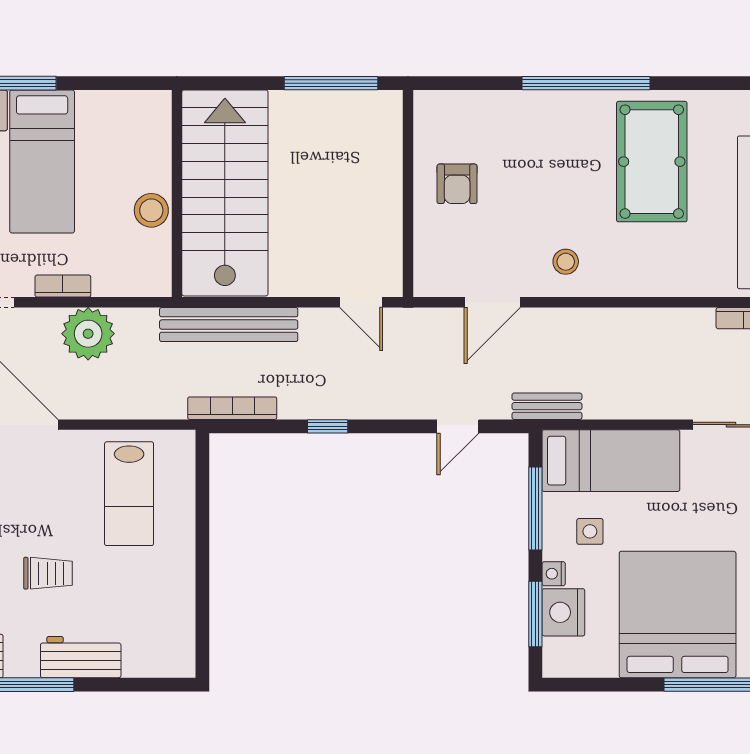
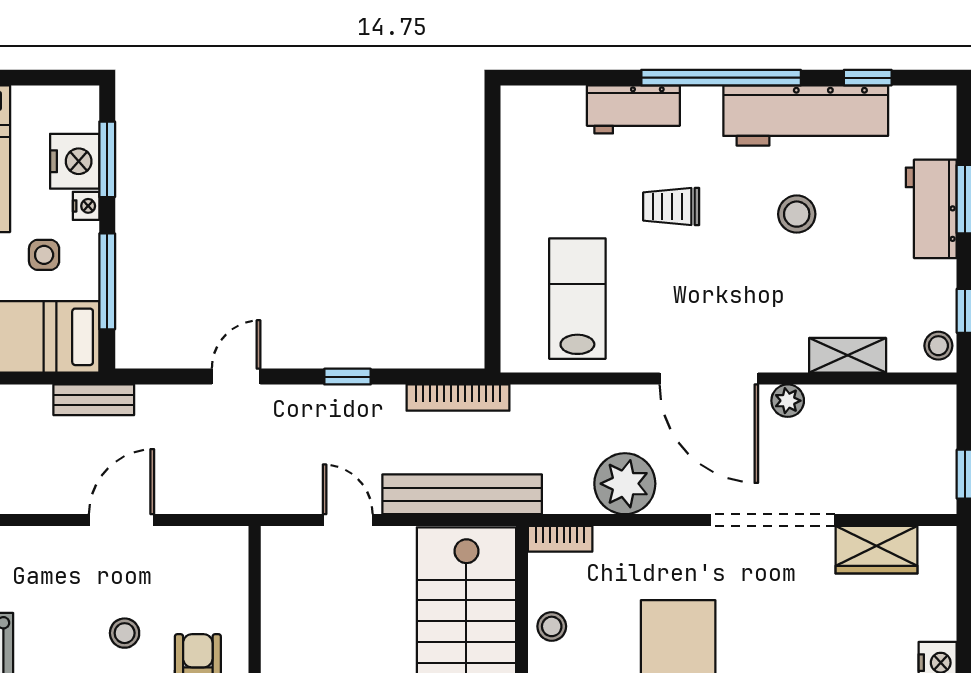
stool: (151, 210) -> (552, 626), width x0.73, depth x0.73
stool: (566, 262) -> (125, 633), moved
bookcase: (63, 286) -> (560, 539), moved
door: (361, 302) -> (348, 520), moved
door: (492, 302) -> (121, 520), moved
door: (458, 426) -> (236, 377), moved

